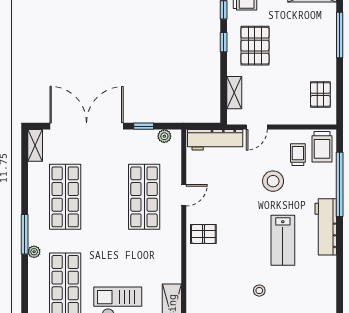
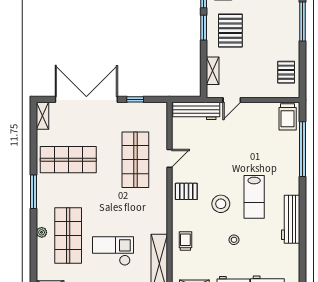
window: (224, 42) -> (204, 28), width x1.50
plant: (164, 136) -> (153, 108), removed
trolley: (298, 155) -> (185, 241), moved
stool: (273, 181) -> (221, 204), moved
shop shelf: (65, 197) -> (68, 160), turned 90
workbench: (326, 227) -> (291, 219), moved
plant: (34, 252) -> (42, 232), moved

